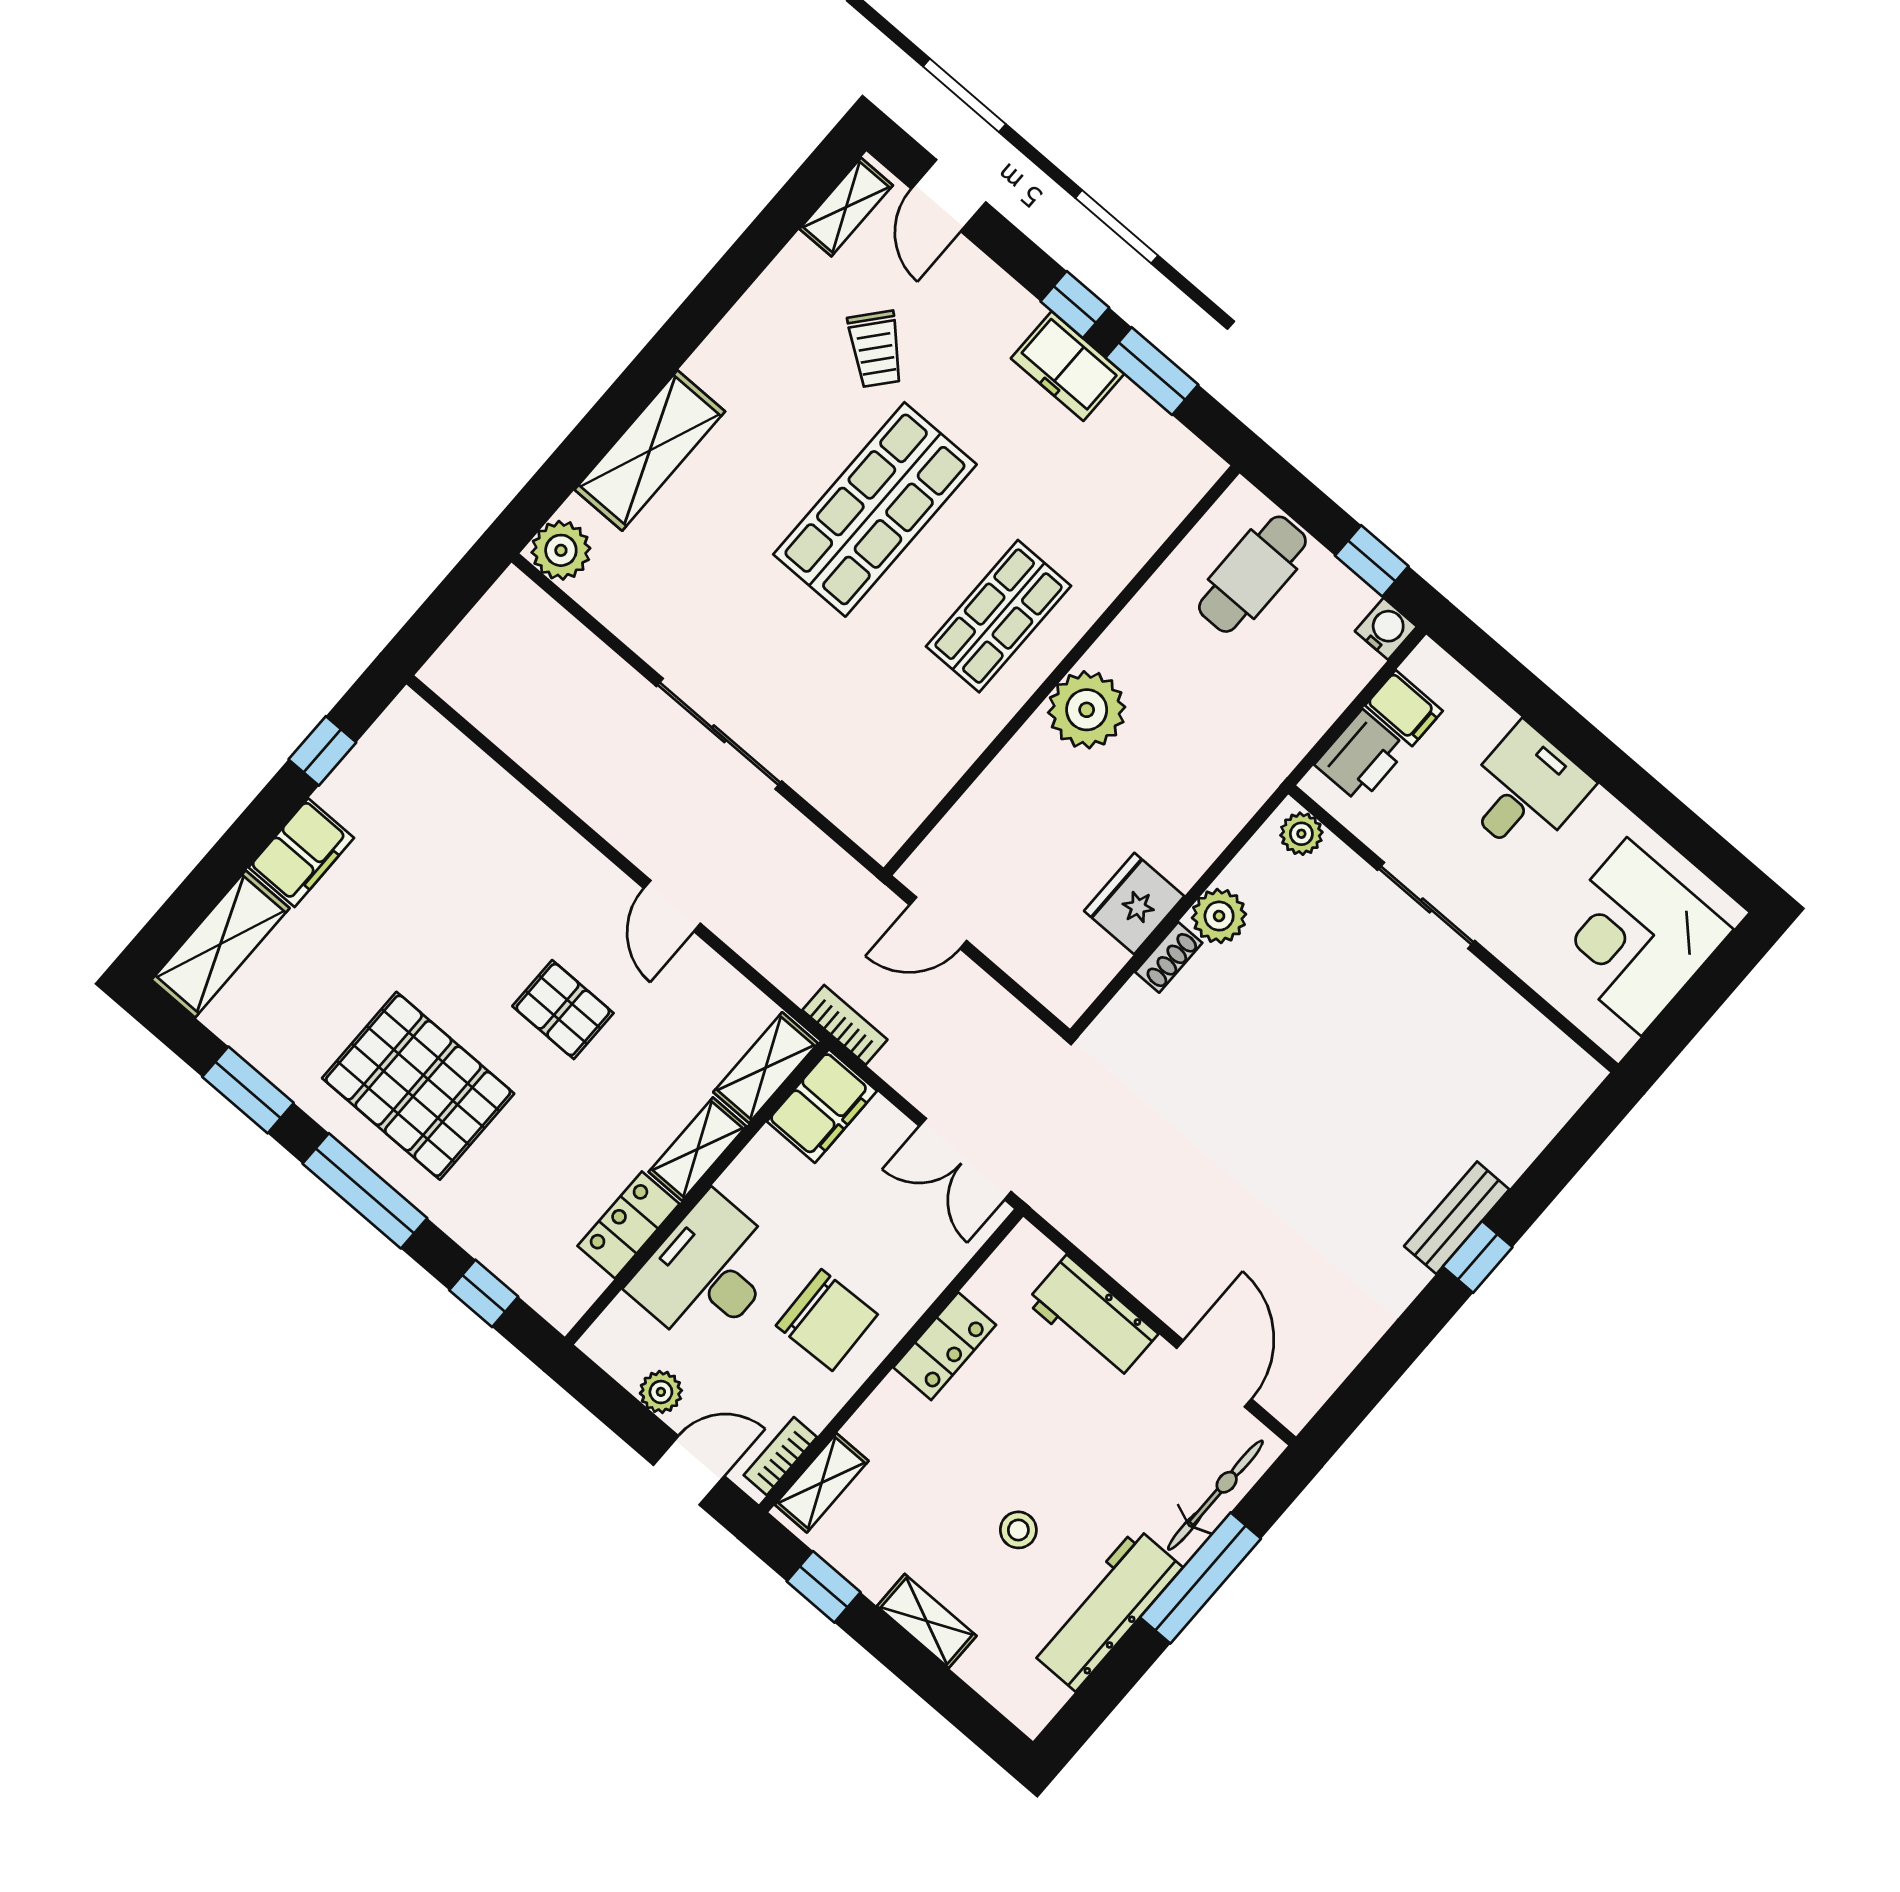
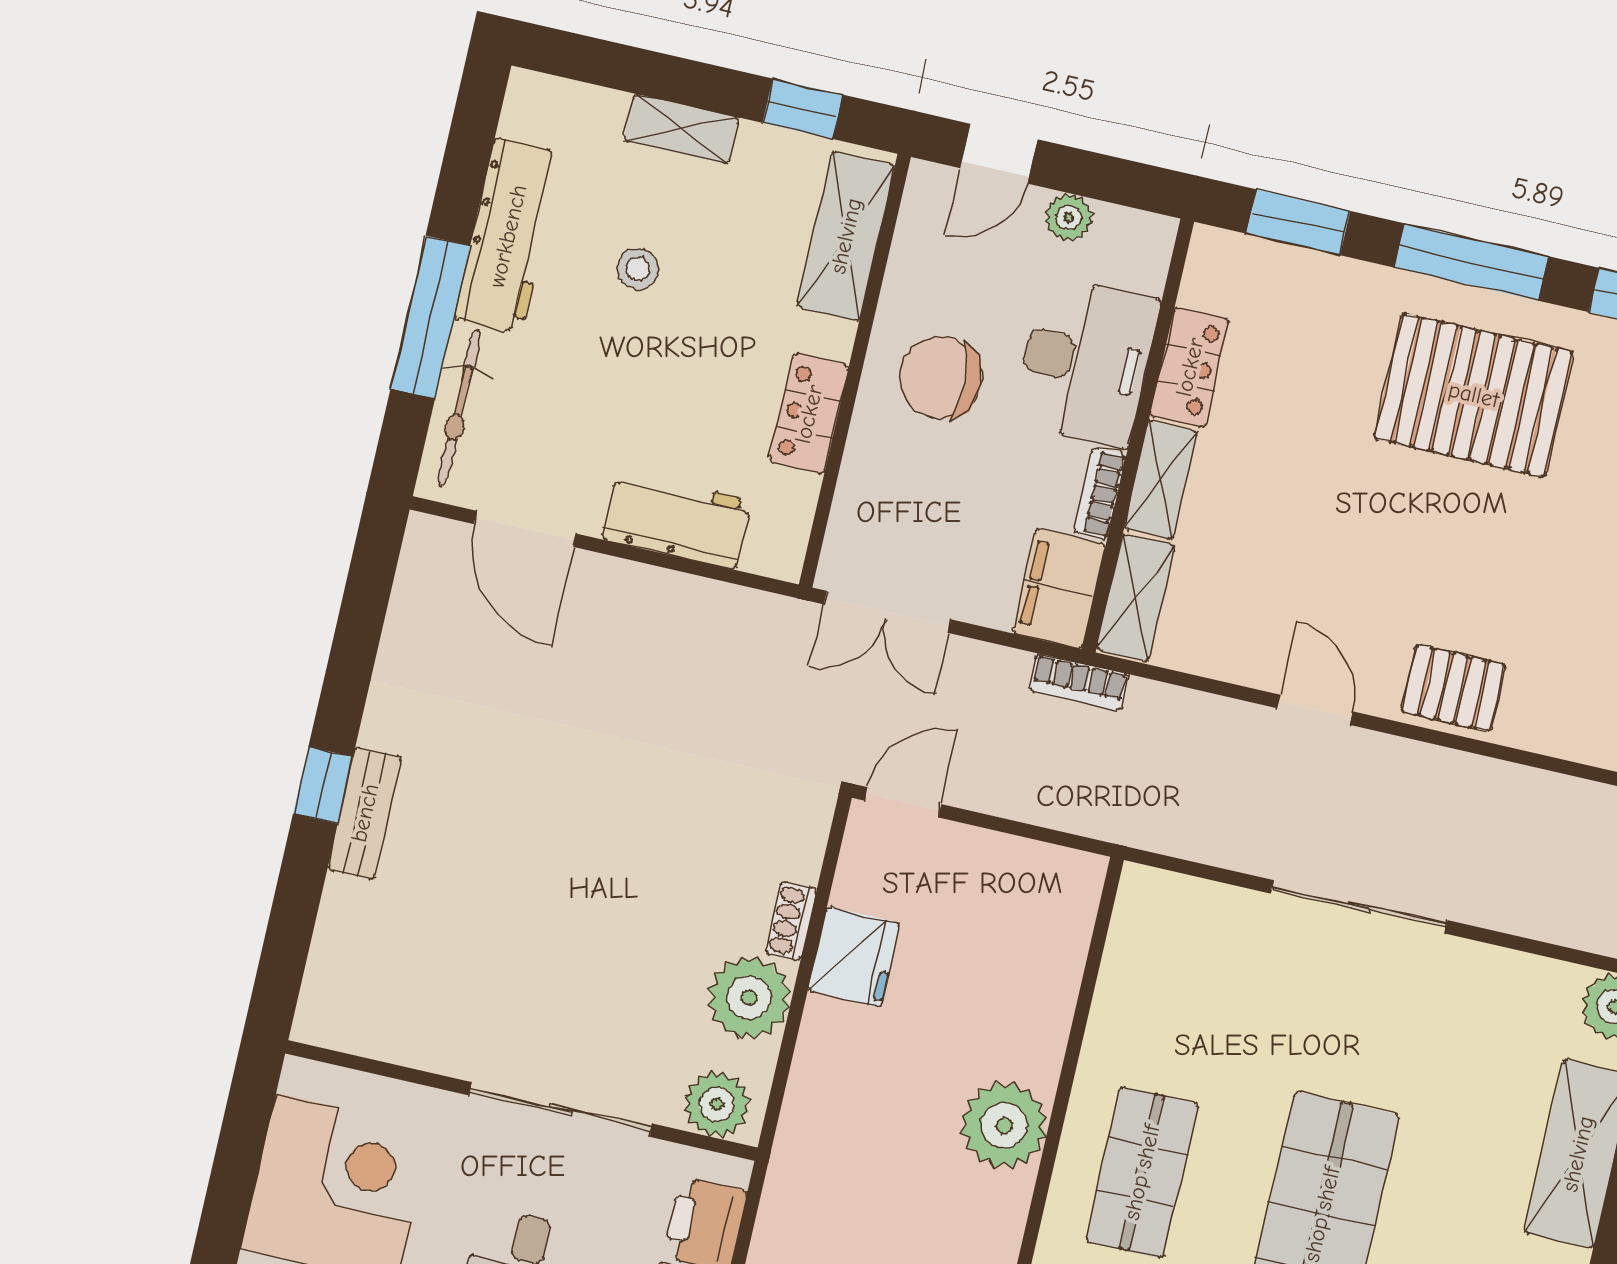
plant: (1301, 834) -> (717, 1104), width x1.38, depth x1.38
sliding door: (1426, 905) -> (561, 1110), width x1.37
plant: (1219, 916) -> (749, 998), width x1.36, depth x1.36
door: (938, 923) -> (903, 802), moved
pallet: (563, 1010) -> (1453, 688), moved
double door: (965, 1159) -> (887, 612), swing flipped
window: (484, 1293) -> (1298, 222), width x1.50
bookcase: (780, 1456) -> (1100, 493), moved, turned 180
shelving: (822, 1483) -> (846, 236), width x1.50, depth x1.33

